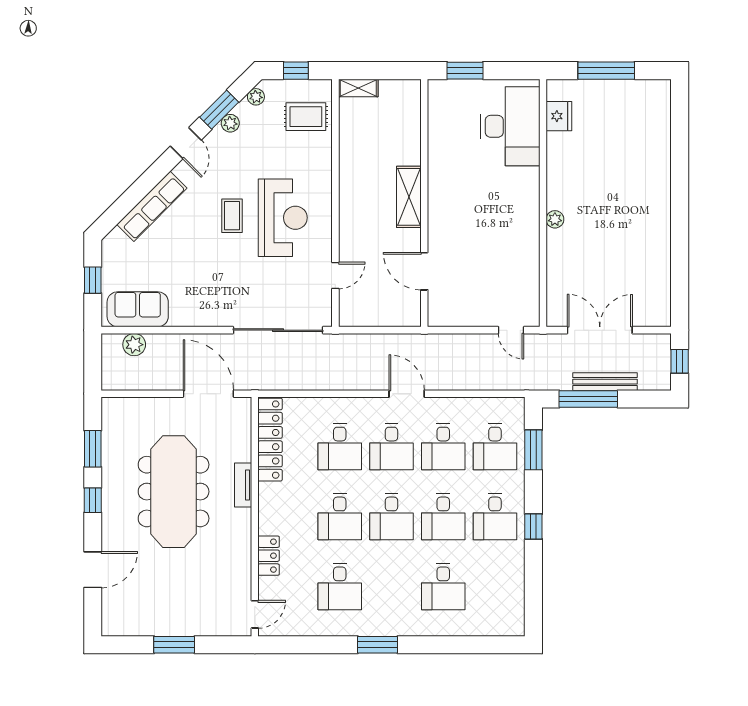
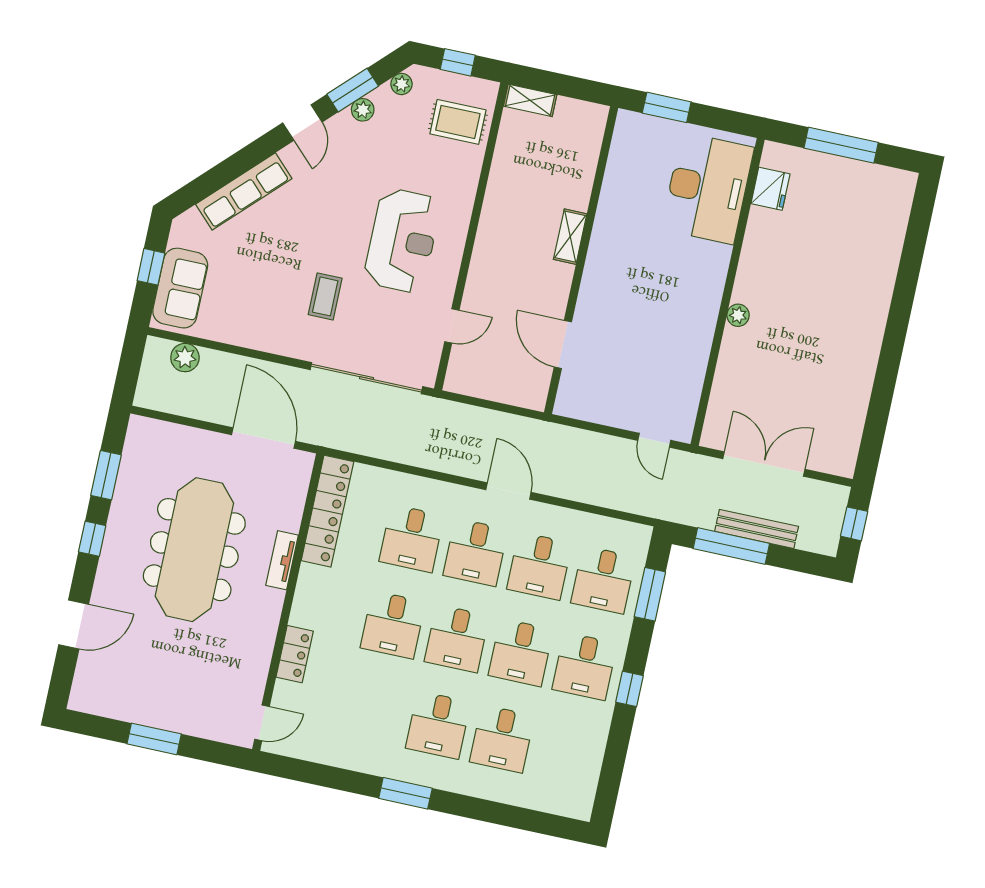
shelving: (409, 197) -> (570, 237), width x0.67, depth x0.75
coffee table: (232, 216) -> (325, 296), moved
sofa: (138, 309) -> (180, 288), moved, turned 90
desk: (340, 586) -> (438, 725), moved

